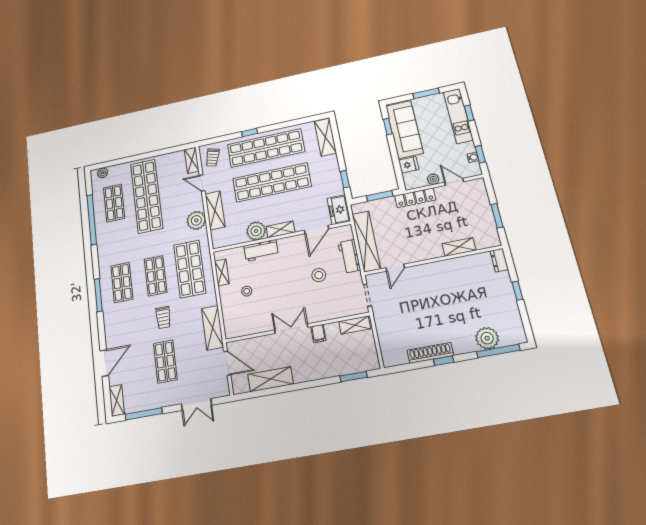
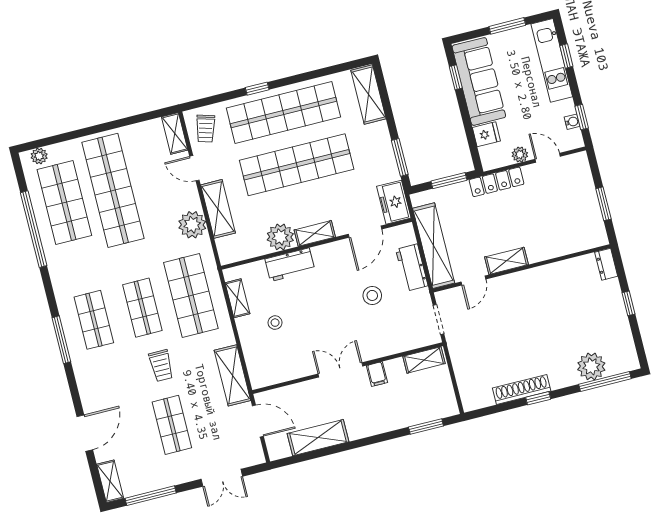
window: (345, 179) -> (400, 157), width x1.50
shop shelf: (114, 203) -> (64, 203), width x1.43, depth x1.36
shelving: (459, 247) -> (506, 261), moved

